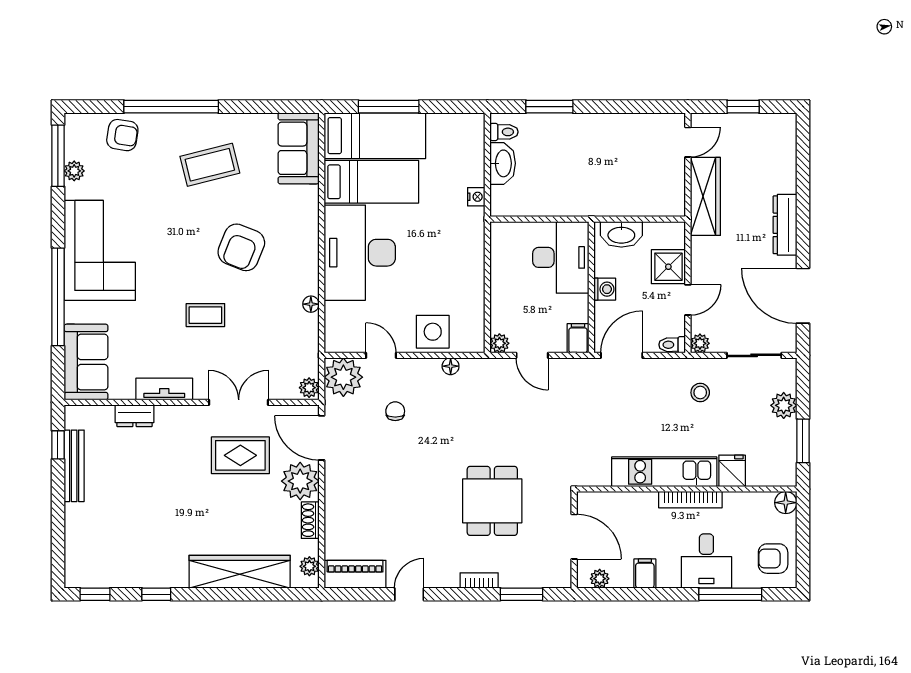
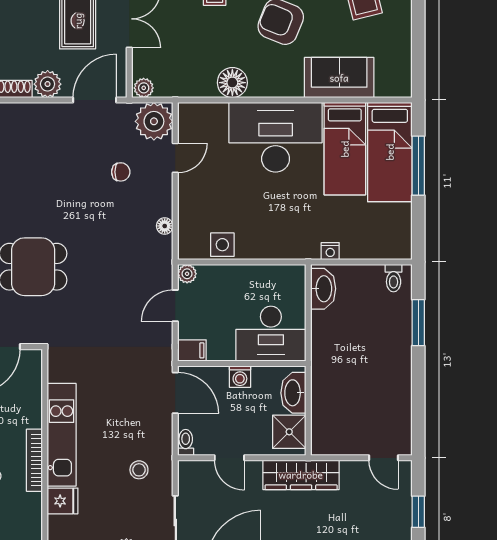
sofa: (299, 148) -> (339, 78), moved
washbasin: (503, 163) -> (323, 289), moved, turned -90
wardrobe: (705, 196) -> (301, 475), moved
shower: (668, 267) -> (289, 432), moved
floor lamp: (311, 304) -> (232, 83), width x1.89, depth x1.89
side table: (433, 332) -> (222, 245), moved, width x0.73, depth x0.73
plant: (700, 343) -> (187, 470), removed
plant: (300, 481) -> (48, 84), width x0.73, depth x0.73

